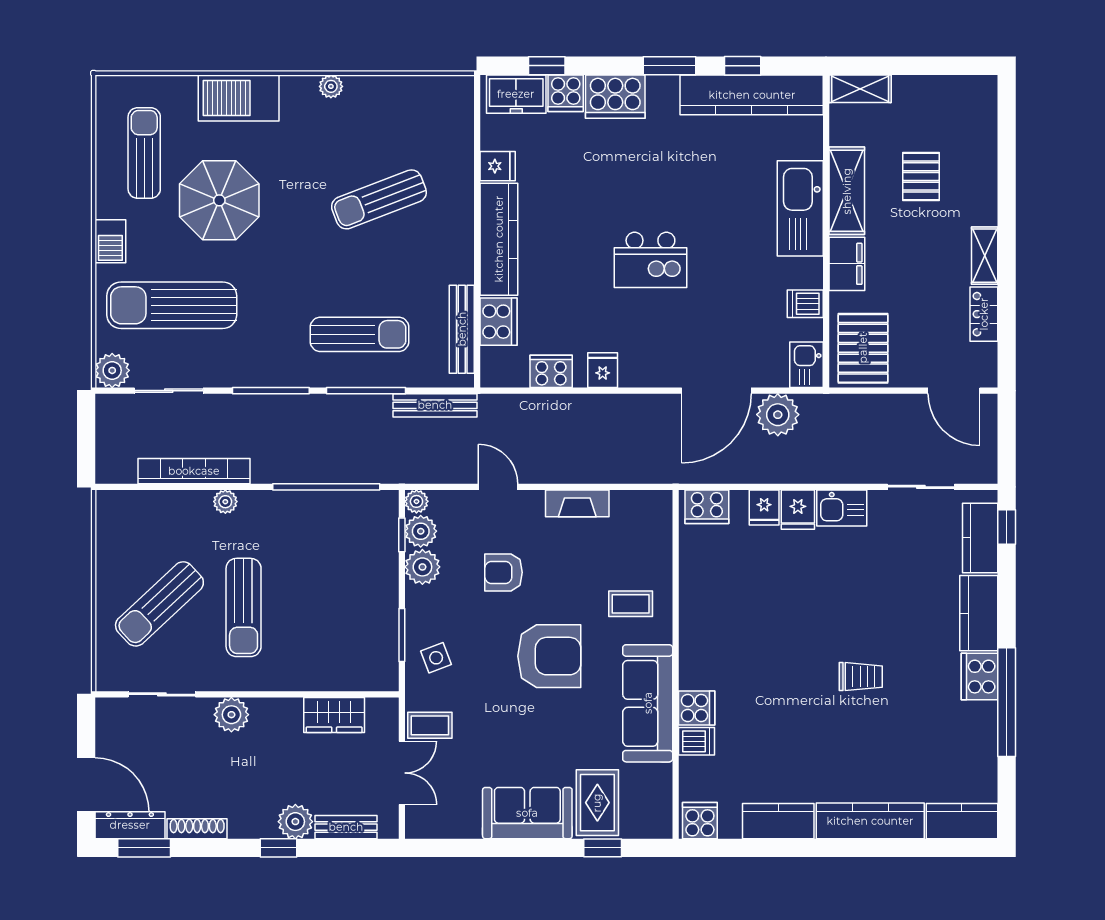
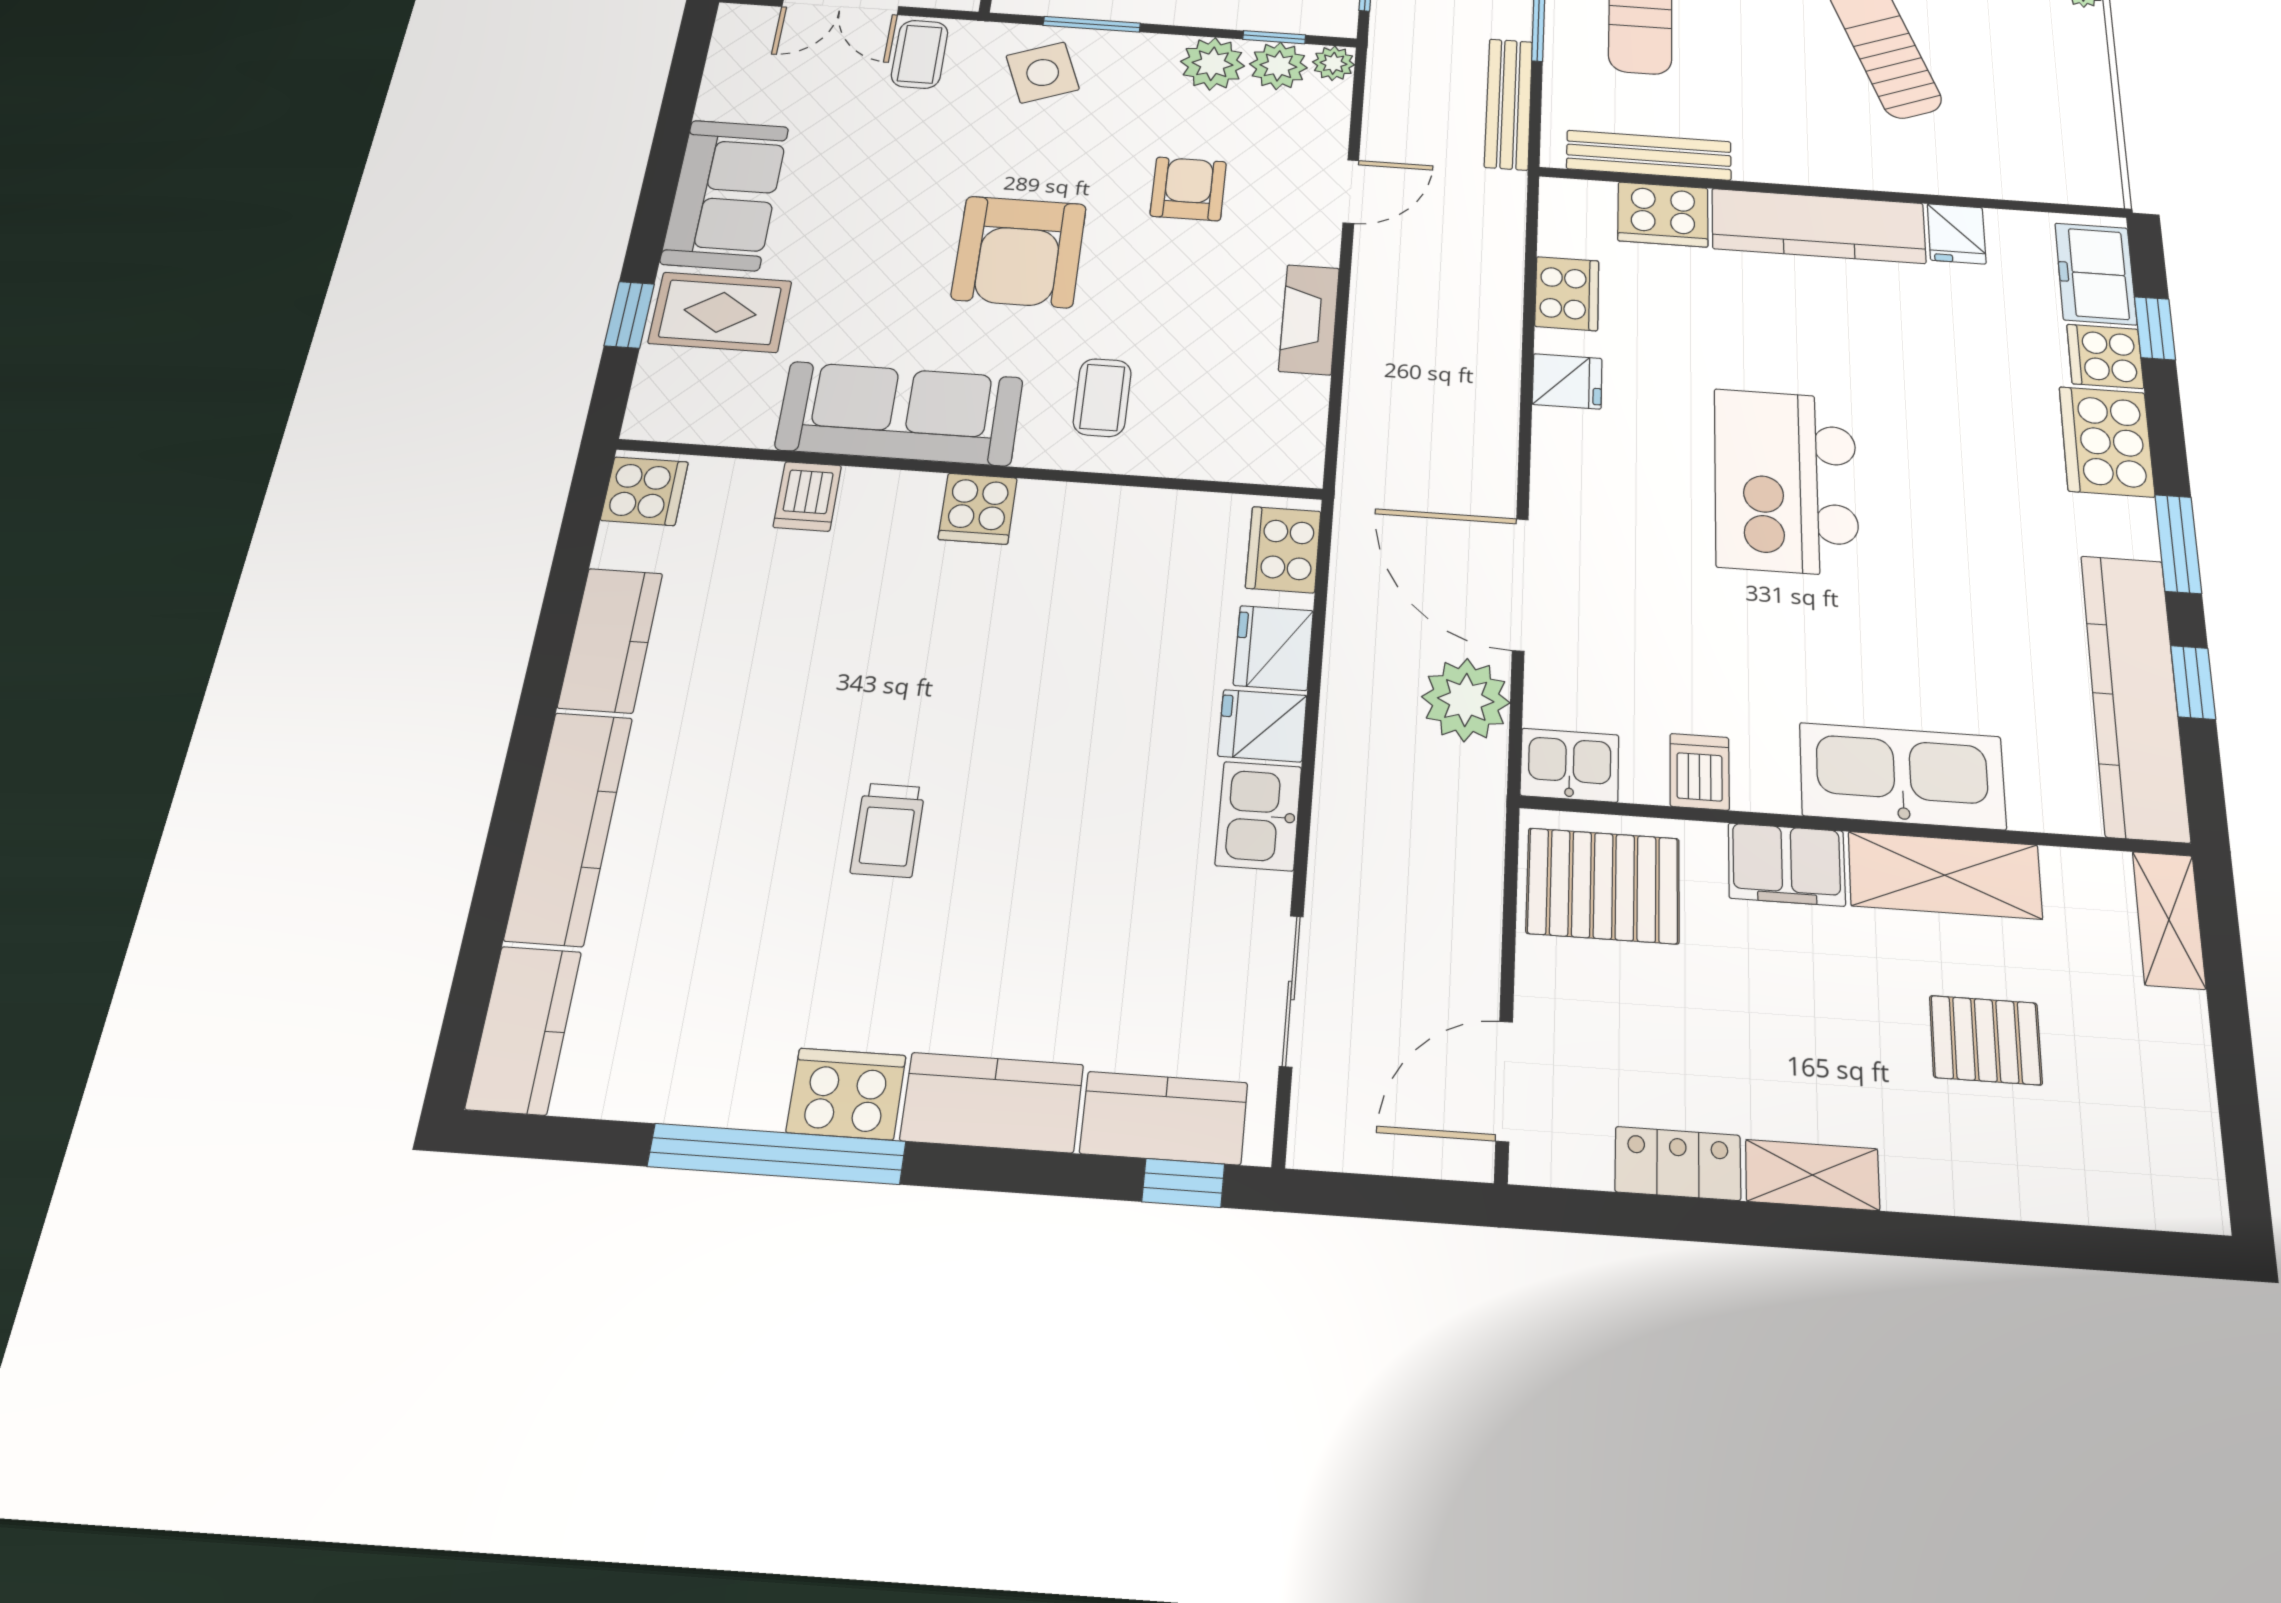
kitchen island: (650, 260) -> (1786, 481), width x1.37, depth x1.28
fridge: (764, 508) -> (1274, 648), width x1.38
side table: (436, 658) -> (1043, 73), width x1.37, depth x1.37
cooker: (697, 708) -> (978, 509), moved

